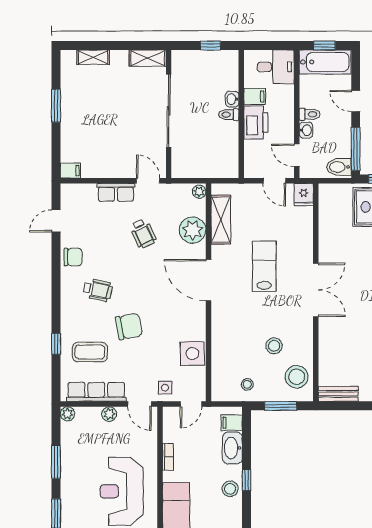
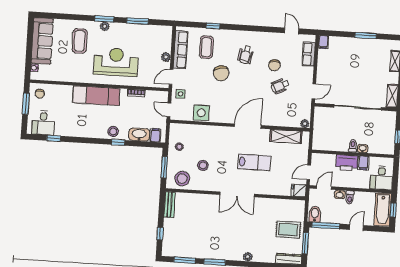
row of seats: (116, 192) -> (309, 54), moved
plant: (193, 230) -> (280, 118), removed
chair: (73, 257) -> (274, 65), moved
plant: (67, 414) -> (105, 26), moved

